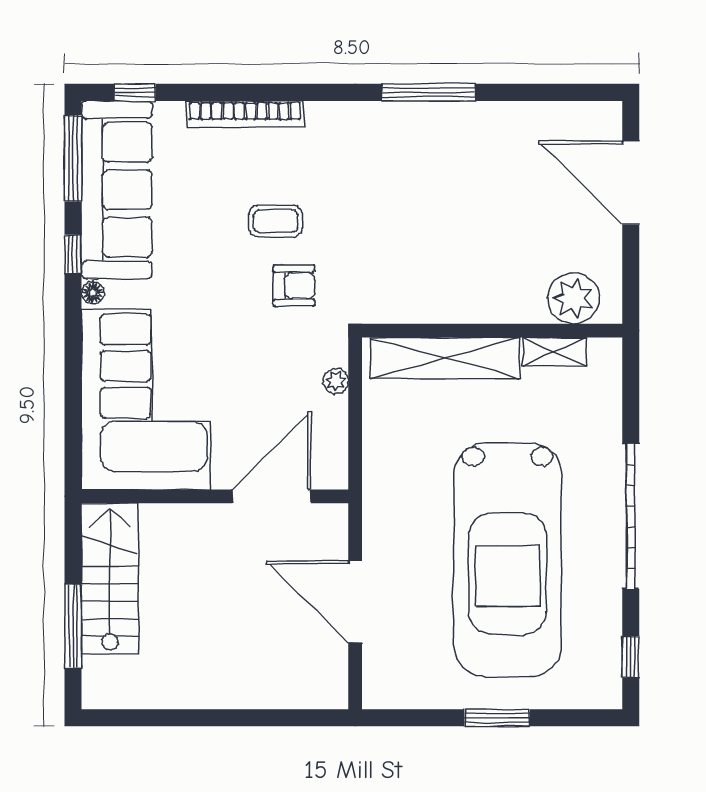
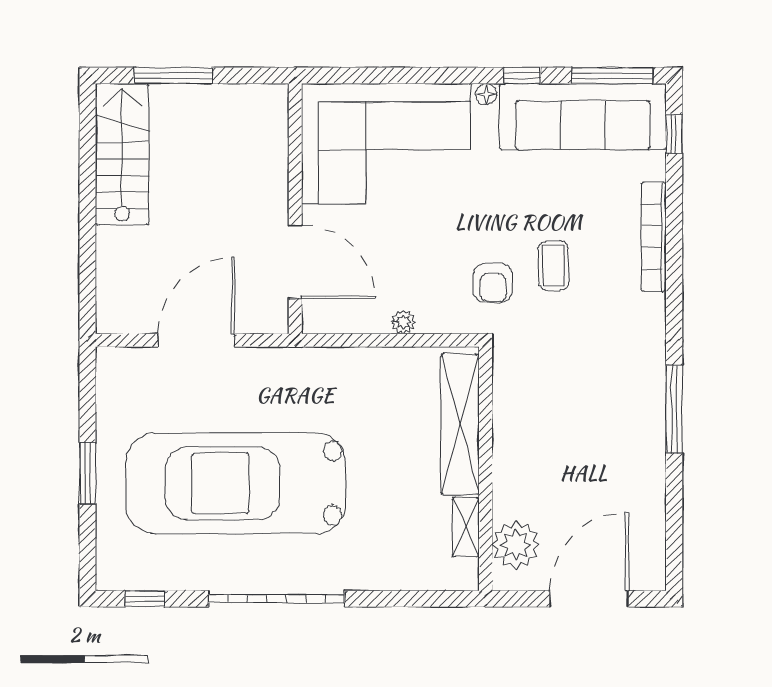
plant: (573, 298) -> (516, 545), moved
wall: (492, 331) -> (485, 469), moved
shelving: (554, 352) -> (466, 527), moved
shelving: (445, 358) -> (460, 424), moved
stairs: (110, 578) -> (122, 154), moved, turned -90

